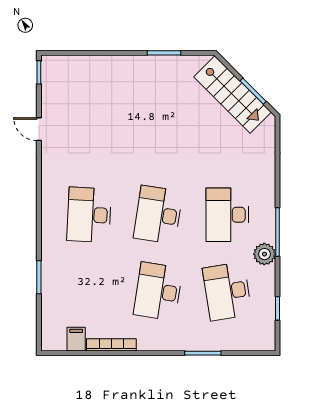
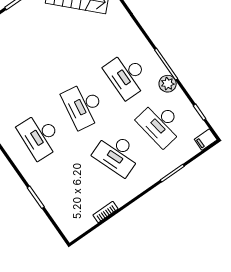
desk: (158, 291) -> (117, 154), turned -30
filing cabinet: (76, 339) -> (206, 140), moved, turned -90
bookcase: (111, 345) -> (105, 212), width x0.64

